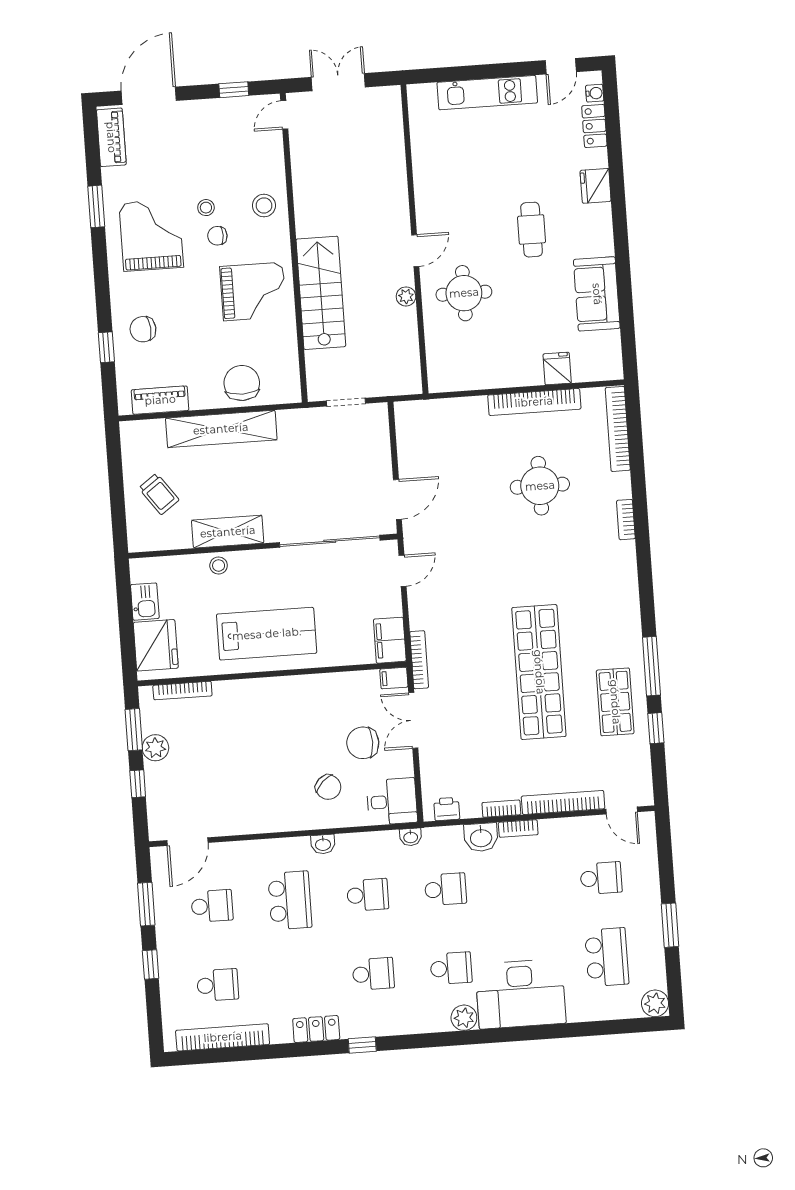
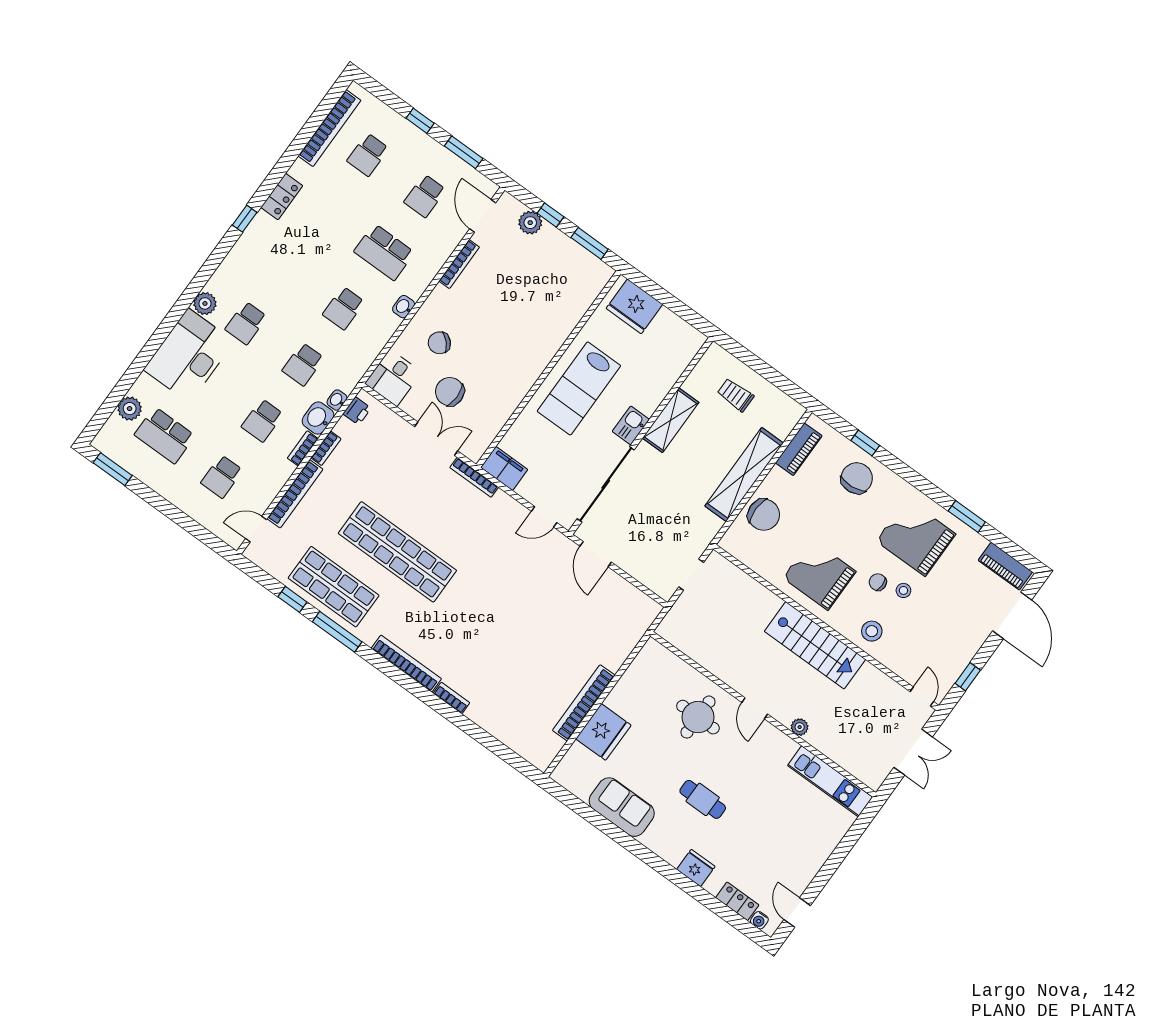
kitchen unit: (487, 93) -> (830, 781), moved, turned -90
grand piano: (151, 235) -> (916, 537), turned 180
chair: (217, 236) -> (878, 582), turned -90
grand piano: (253, 291) -> (819, 575), turned 90
stairs: (321, 293) -> (815, 645), moved
plant: (406, 296) -> (800, 727), moved
chair: (143, 329) -> (857, 478), width x1.37, depth x1.37
fridge: (557, 369) -> (603, 732), width x1.88, depth x1.34
bookcase: (618, 429) -> (406, 664), moved
round table: (540, 486) -> (524, 659), removed
trolley: (159, 494) -> (735, 395), turned 36
stool: (219, 566) -> (653, 395), removed
door: (403, 571) -> (544, 517), hinge flipped
kitchen sink: (145, 602) -> (631, 426), moved, turned 90
filing cabinet: (394, 678) -> (476, 450), removed
bookcase: (182, 691) -> (459, 264), moved, turned 180
shop shelf: (615, 702) -> (334, 587), width x1.43, depth x1.36
chair: (363, 743) -> (450, 392), turned -90
plant: (155, 748) -> (530, 223), moved
washbasin: (411, 837) -> (337, 400), moved
window: (670, 925) -> (113, 469), moved
school desk: (373, 974) -> (262, 420), moved
plant: (655, 1003) -> (130, 409), moved

